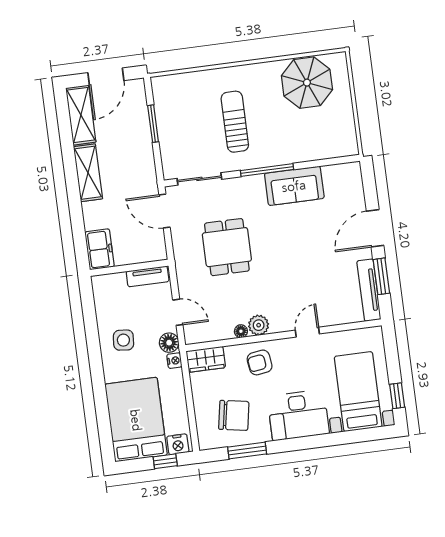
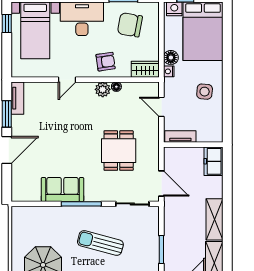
sun lounger: (235, 122) -> (100, 243), turned 105
tv unit: (369, 290) -> (17, 98), width x0.71
floor lamp: (169, 343) -> (171, 58), moved

